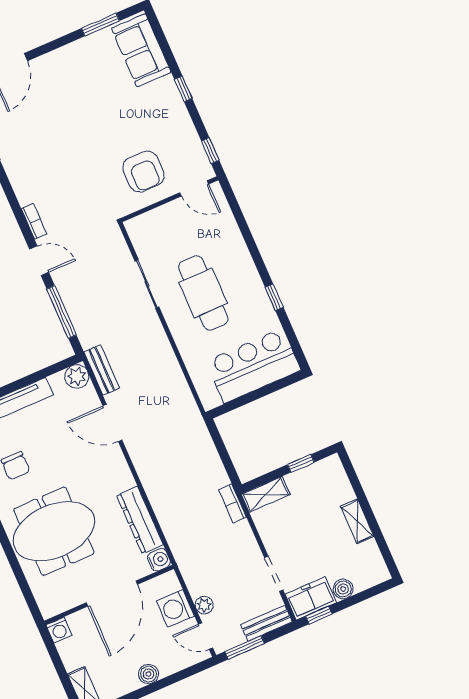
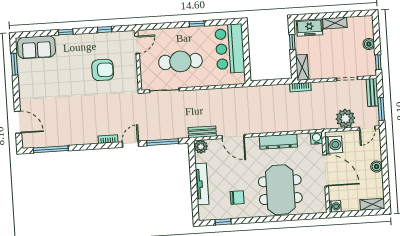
door: (194, 188) -> (137, 45), moved
wall: (169, 199) -> (138, 60), moved
door: (112, 423) -> (233, 136), hinge flipped
dresser: (140, 520) -> (278, 142), moved
freezer: (311, 598) -> (309, 27), moved, turned -90
plant: (204, 605) -> (345, 118), width x1.87, depth x1.87
washing machine: (175, 608) -> (334, 145), moved, turned -90

